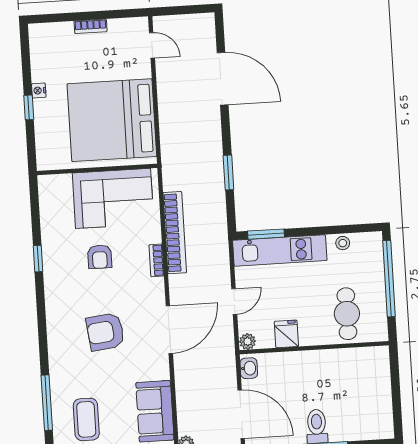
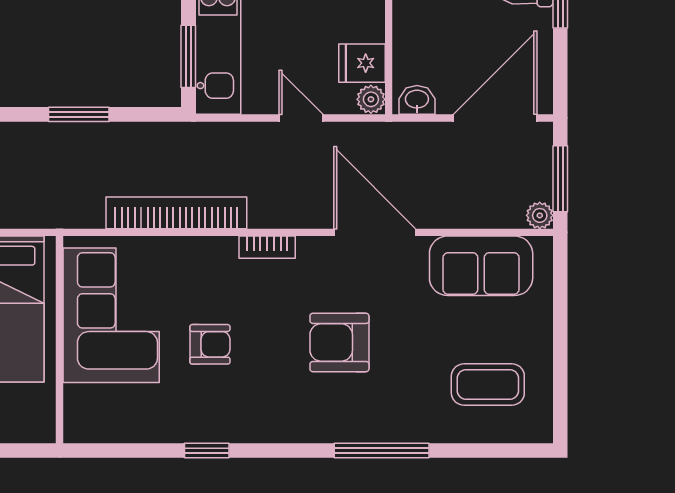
bookcase: (157, 260) -> (267, 247), moved
door: (169, 330) -> (375, 232), moved
armchair: (105, 332) -> (339, 342), turned 97
fridge: (286, 334) -> (362, 63), moved
window: (47, 403) -> (382, 451), moved

